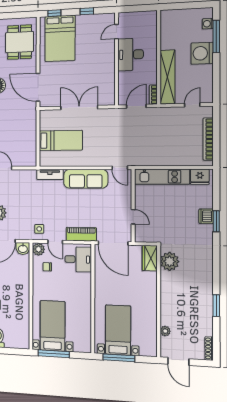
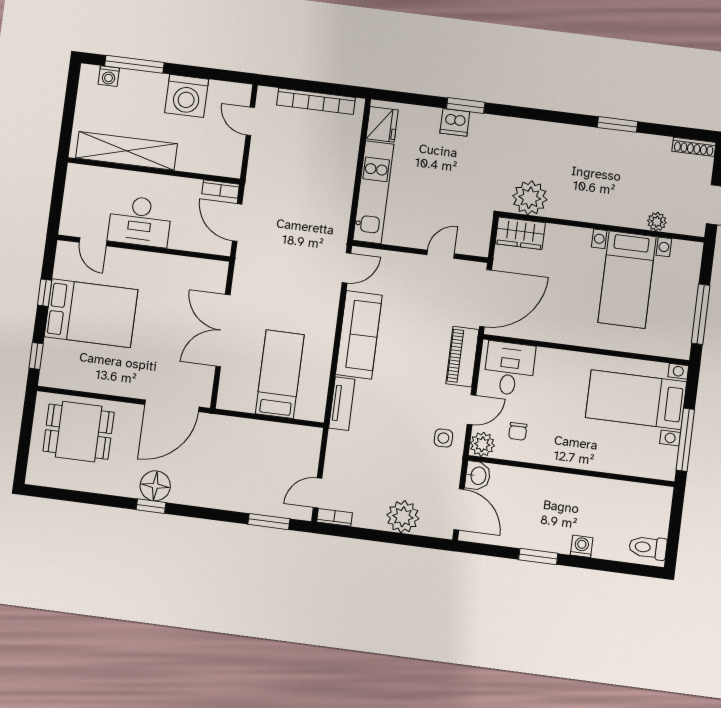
bed: (60, 38) -> (91, 313), moved
washing machine: (202, 53) -> (187, 96), moved
shelving: (168, 77) -> (126, 151), moved
bed with nightstands: (53, 326) -> (636, 400), moved
bed with nightstands: (118, 330) -> (627, 280), moved, turned -90

